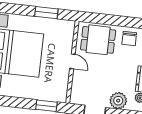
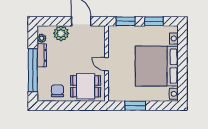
window: (15, 102) -> (154, 21), added

